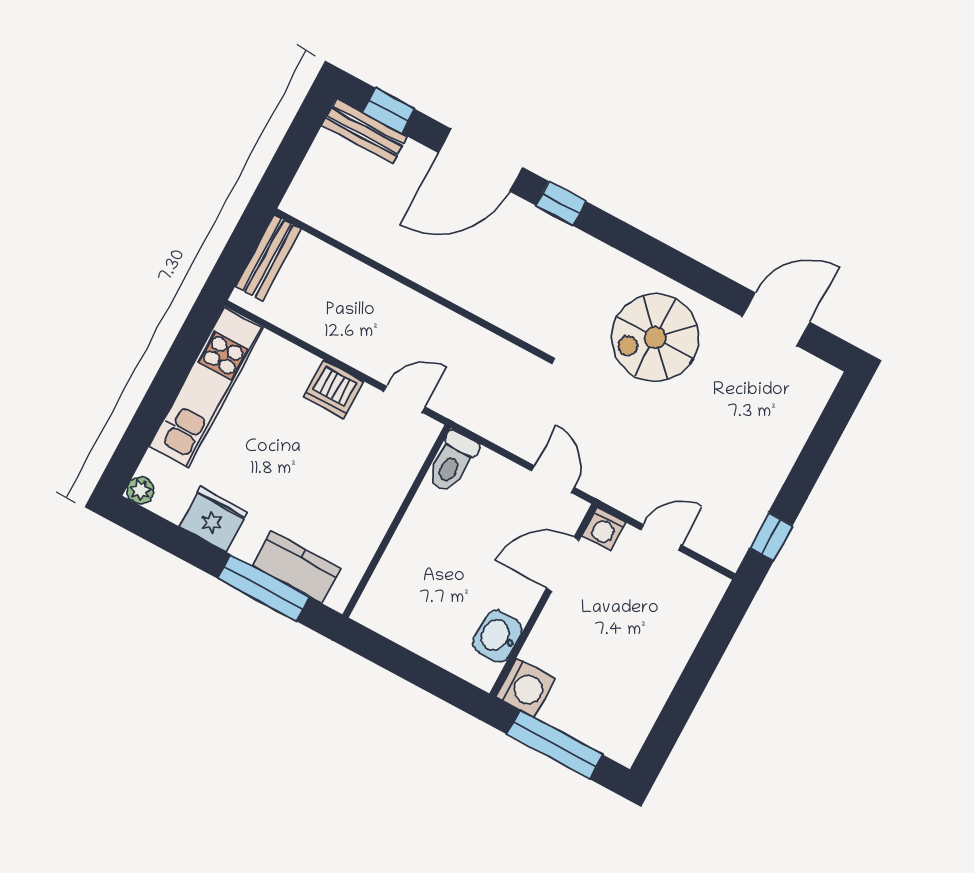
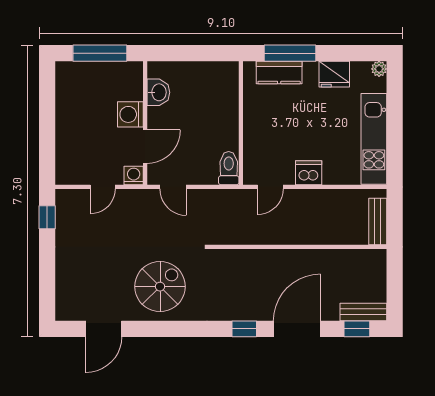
washing machine: (525, 688) -> (130, 114), moved

